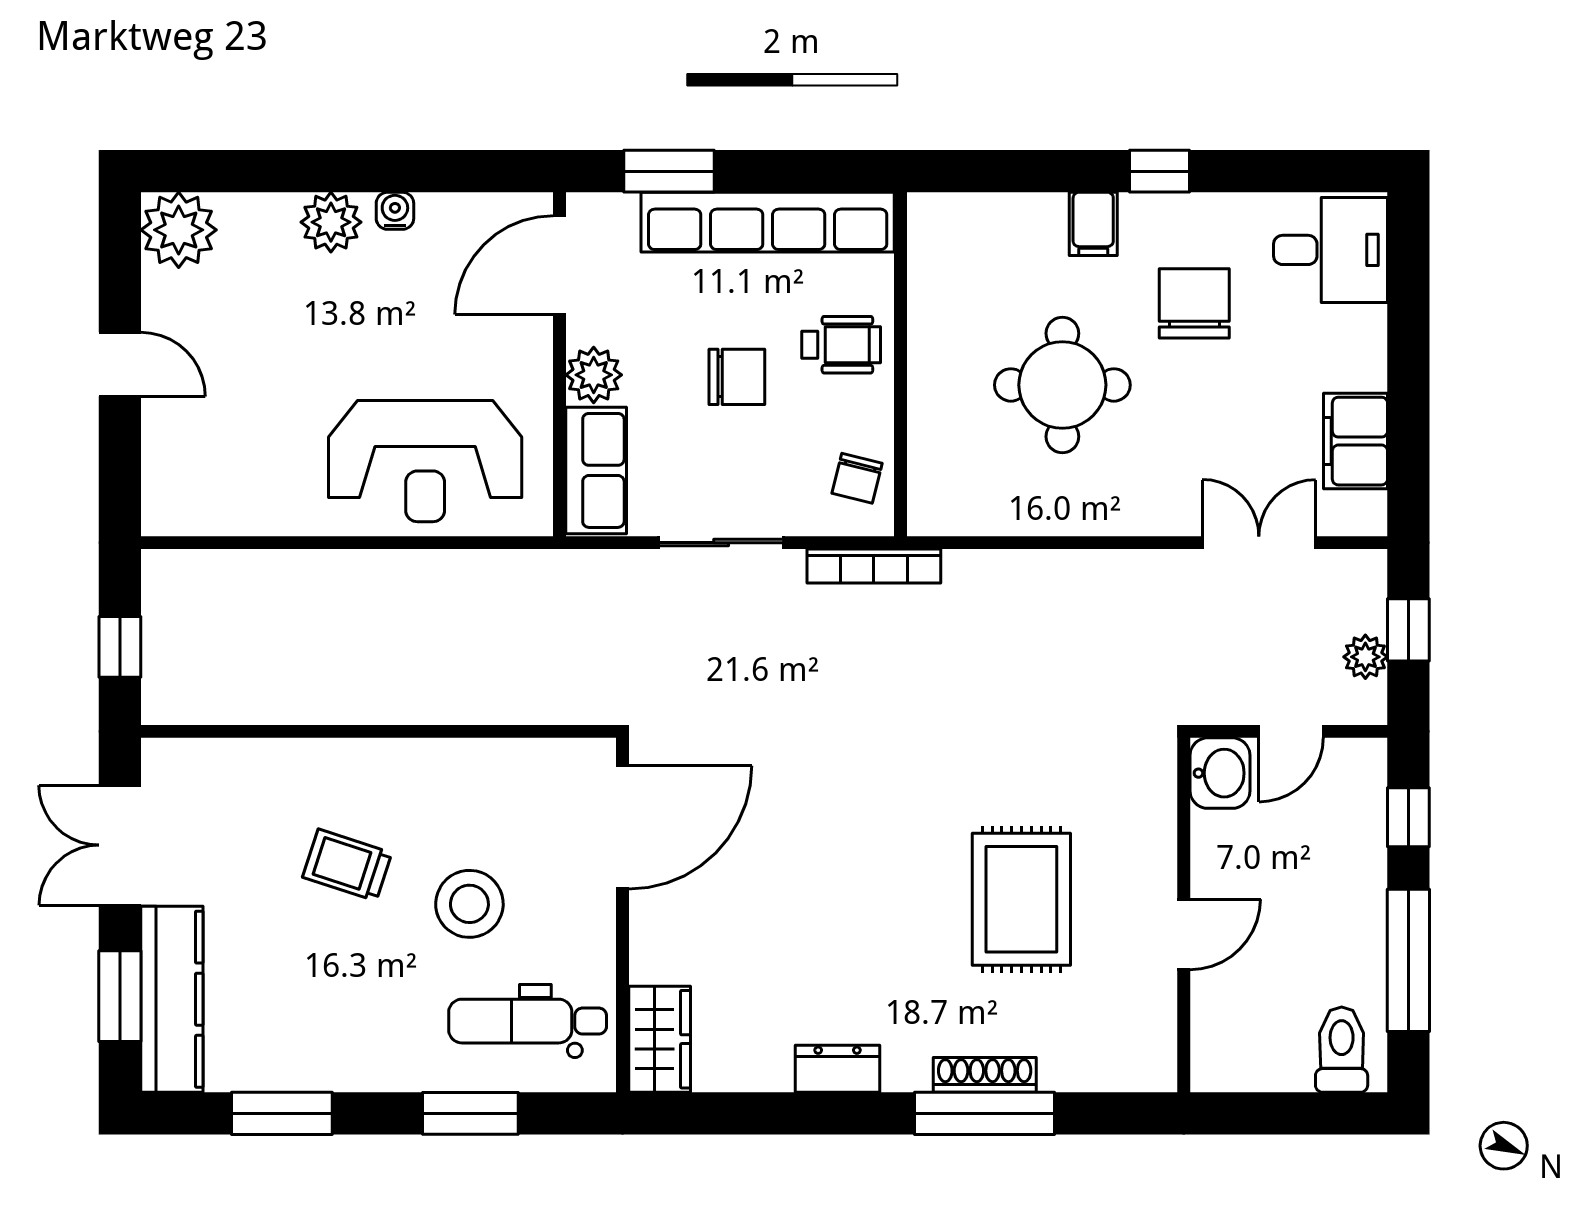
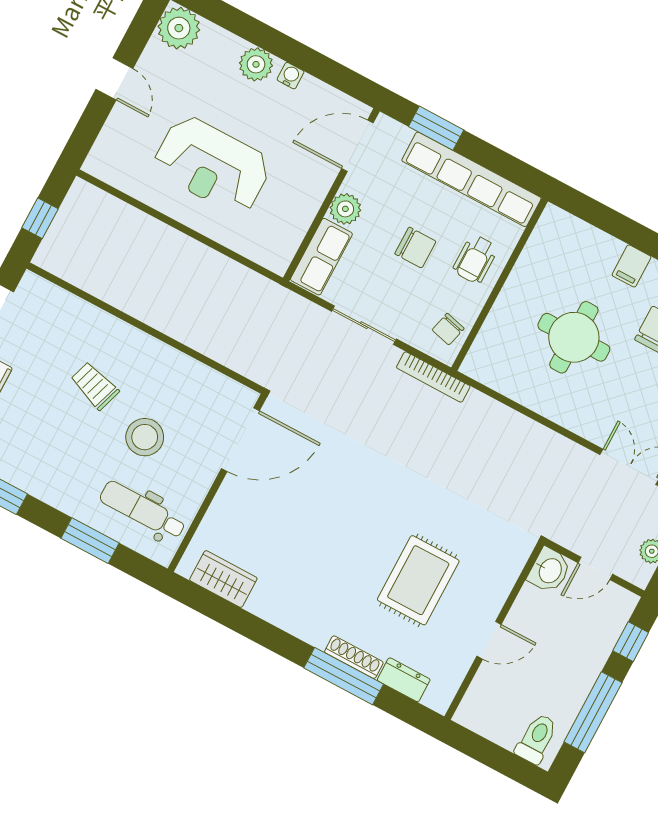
wheelchair: (841, 345) -> (475, 259), turned 90
reception desk: (425, 461) -> (212, 165), moved
wardrobe: (660, 1039) -> (223, 579), moved, turned -90
dresser: (838, 1069) -> (404, 680), moved

